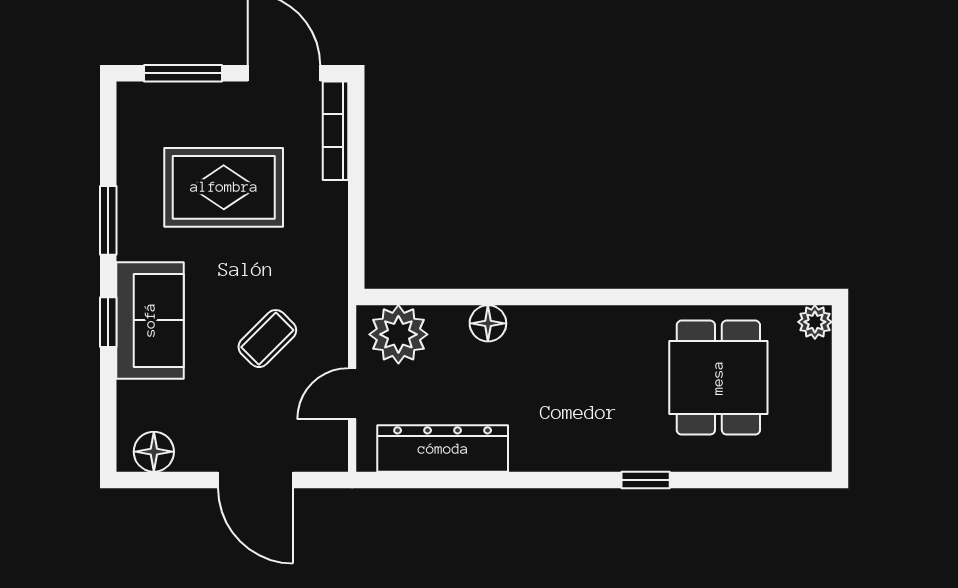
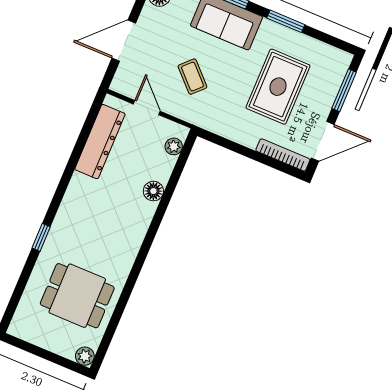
plant: (398, 334) -> (174, 146), width x0.53, depth x0.53

